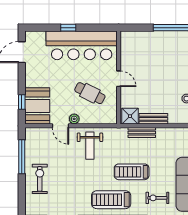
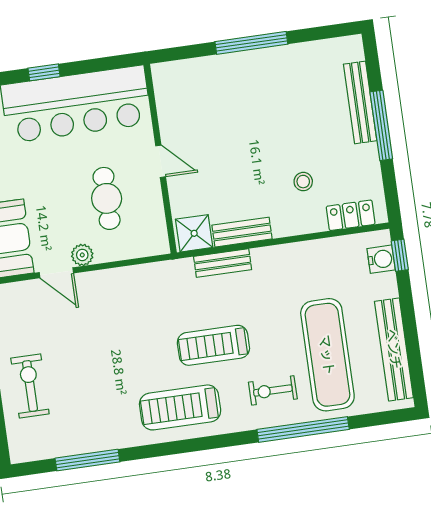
cafe table: (90, 93) -> (107, 198), turned 63
weight bench: (90, 146) -> (122, 304), removed

